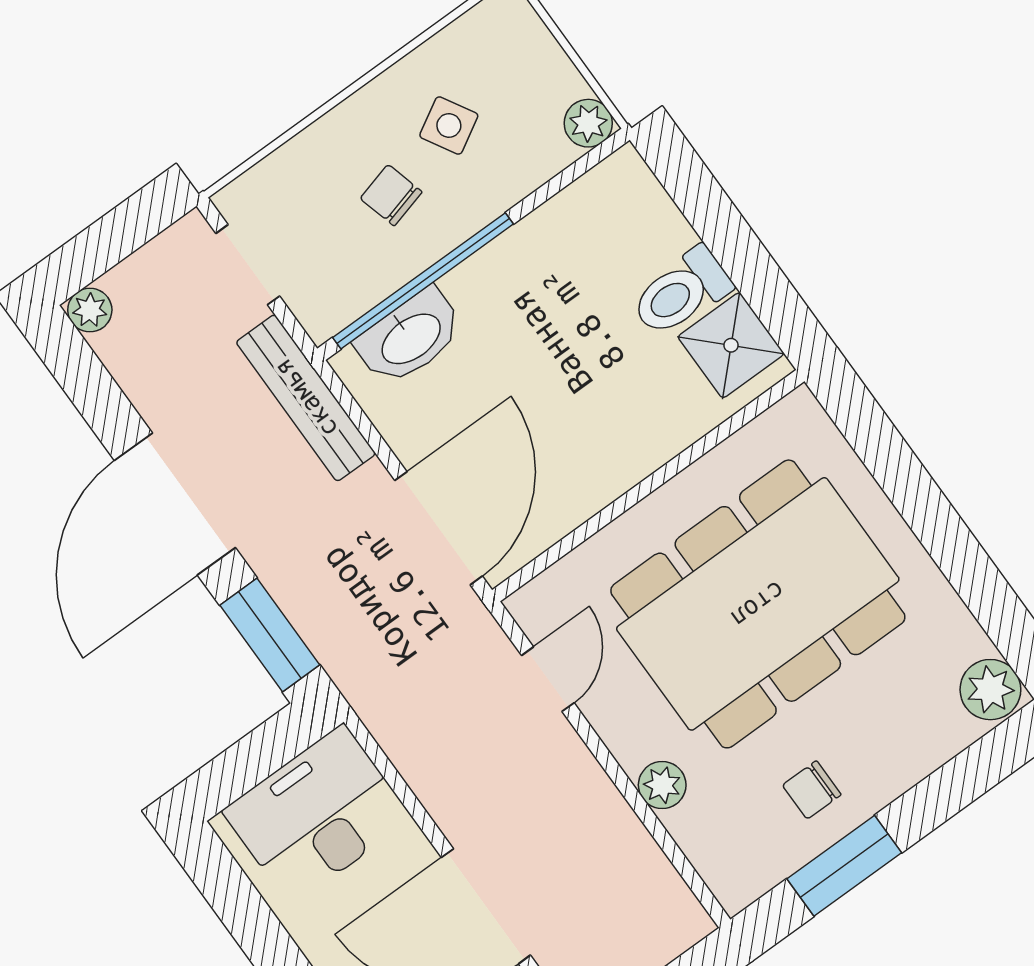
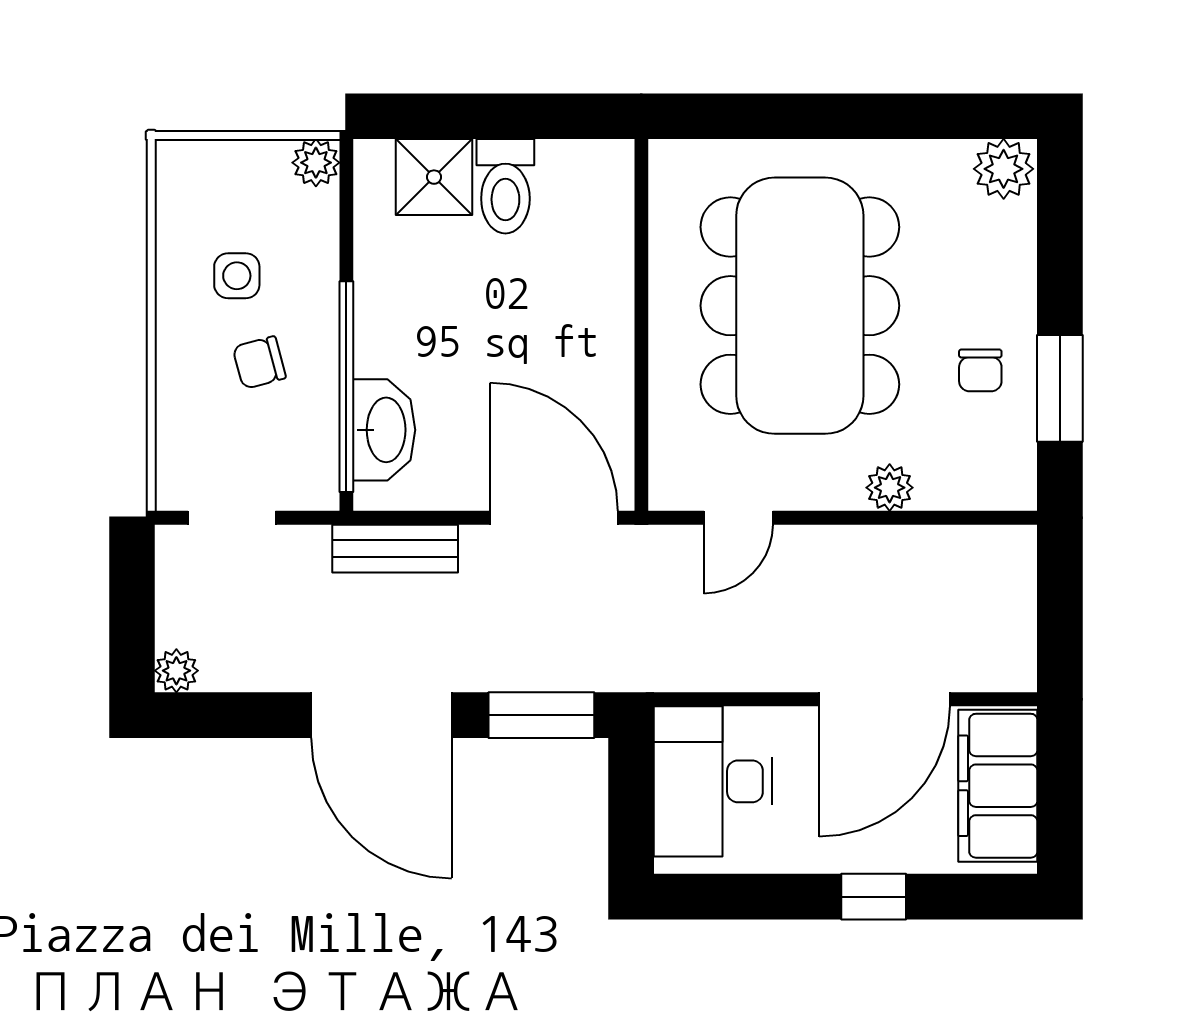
side table: (449, 126) -> (237, 276), turned 30
shower: (731, 345) -> (434, 177), moved
bench: (306, 398) -> (395, 549), width x0.73
door: (548, 679) -> (738, 518), swing flipped

